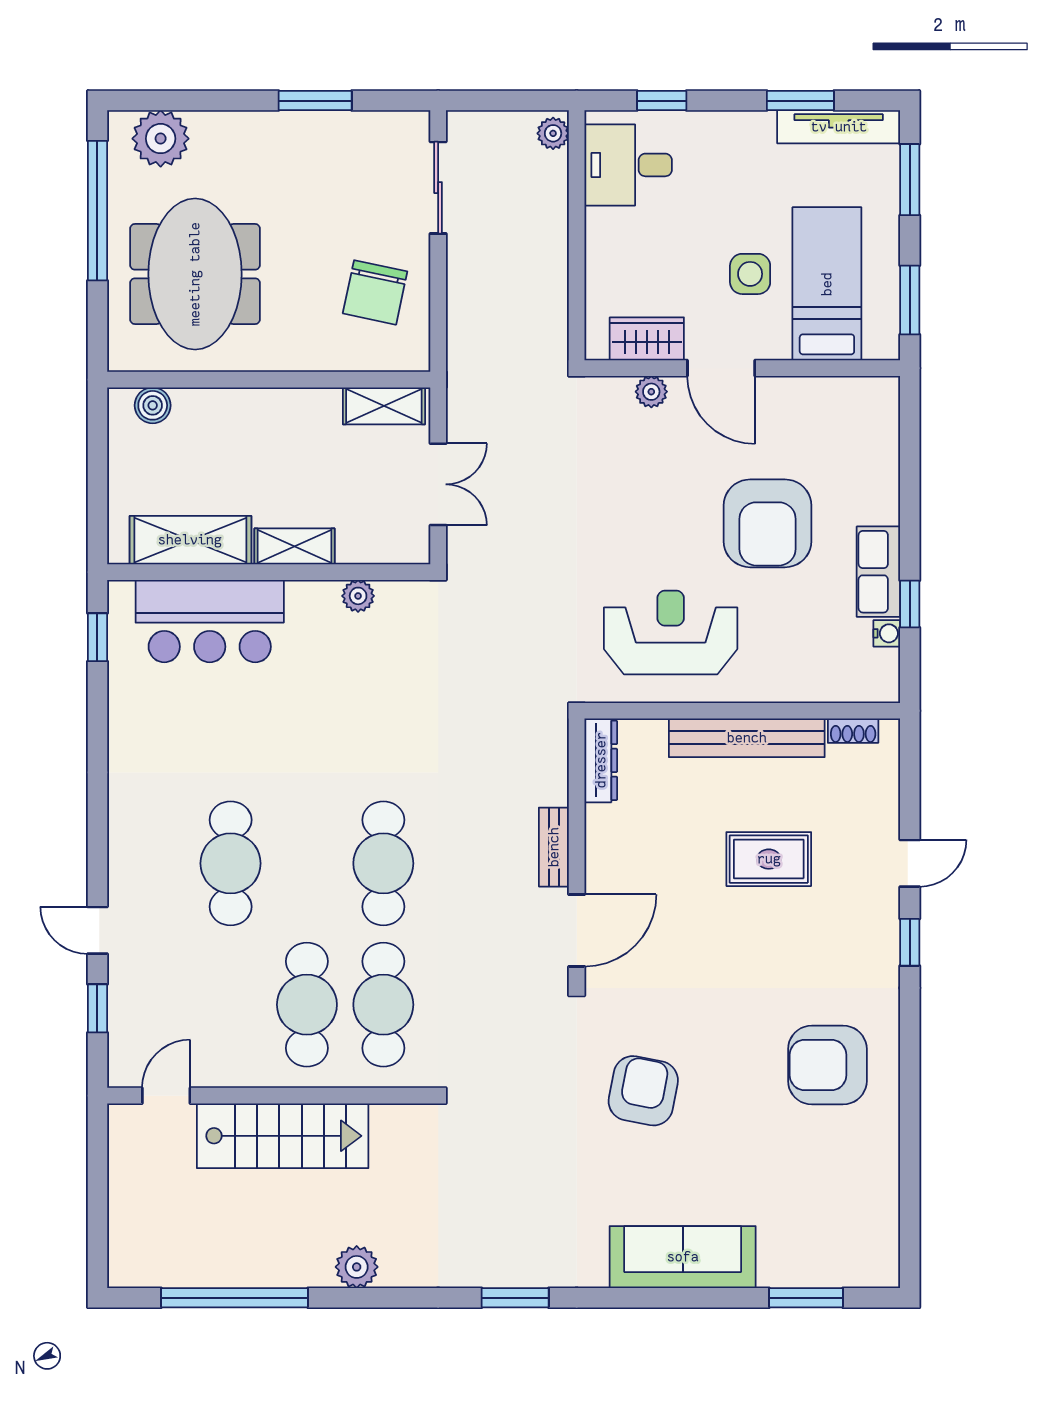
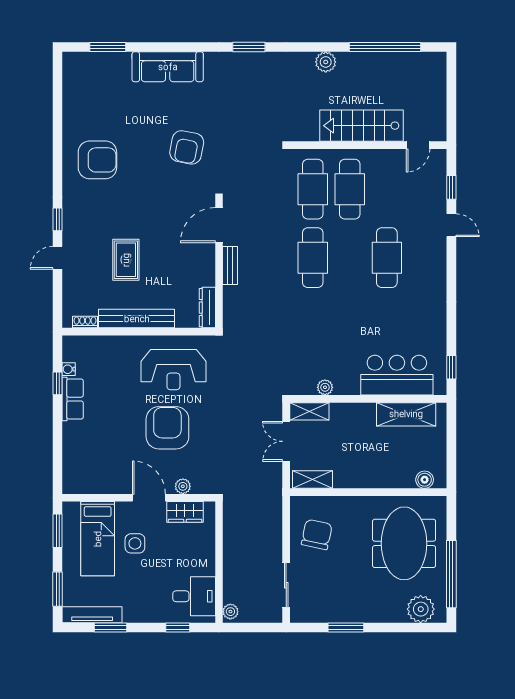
armchair: (768, 523) -> (167, 428), moved
shelving: (294, 546) -> (309, 411), moved
rug: (769, 859) -> (126, 260), turned 90

